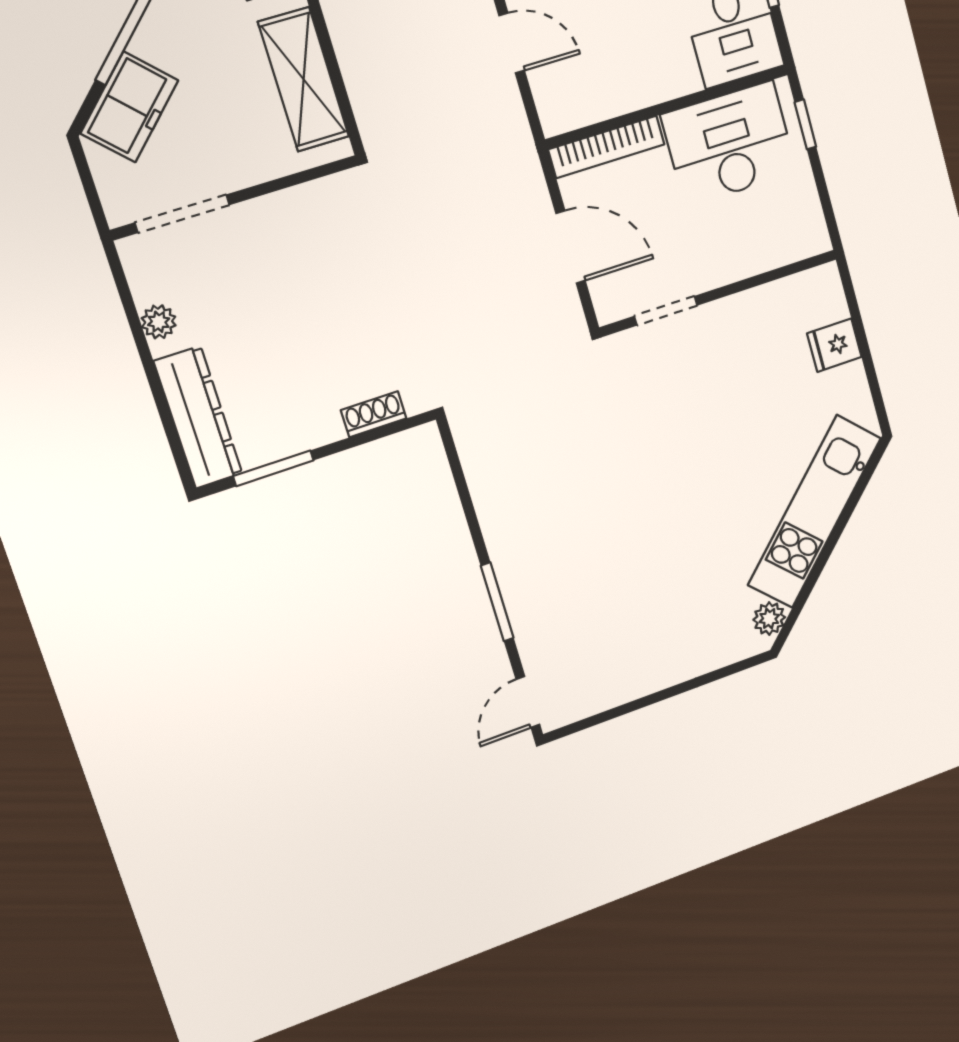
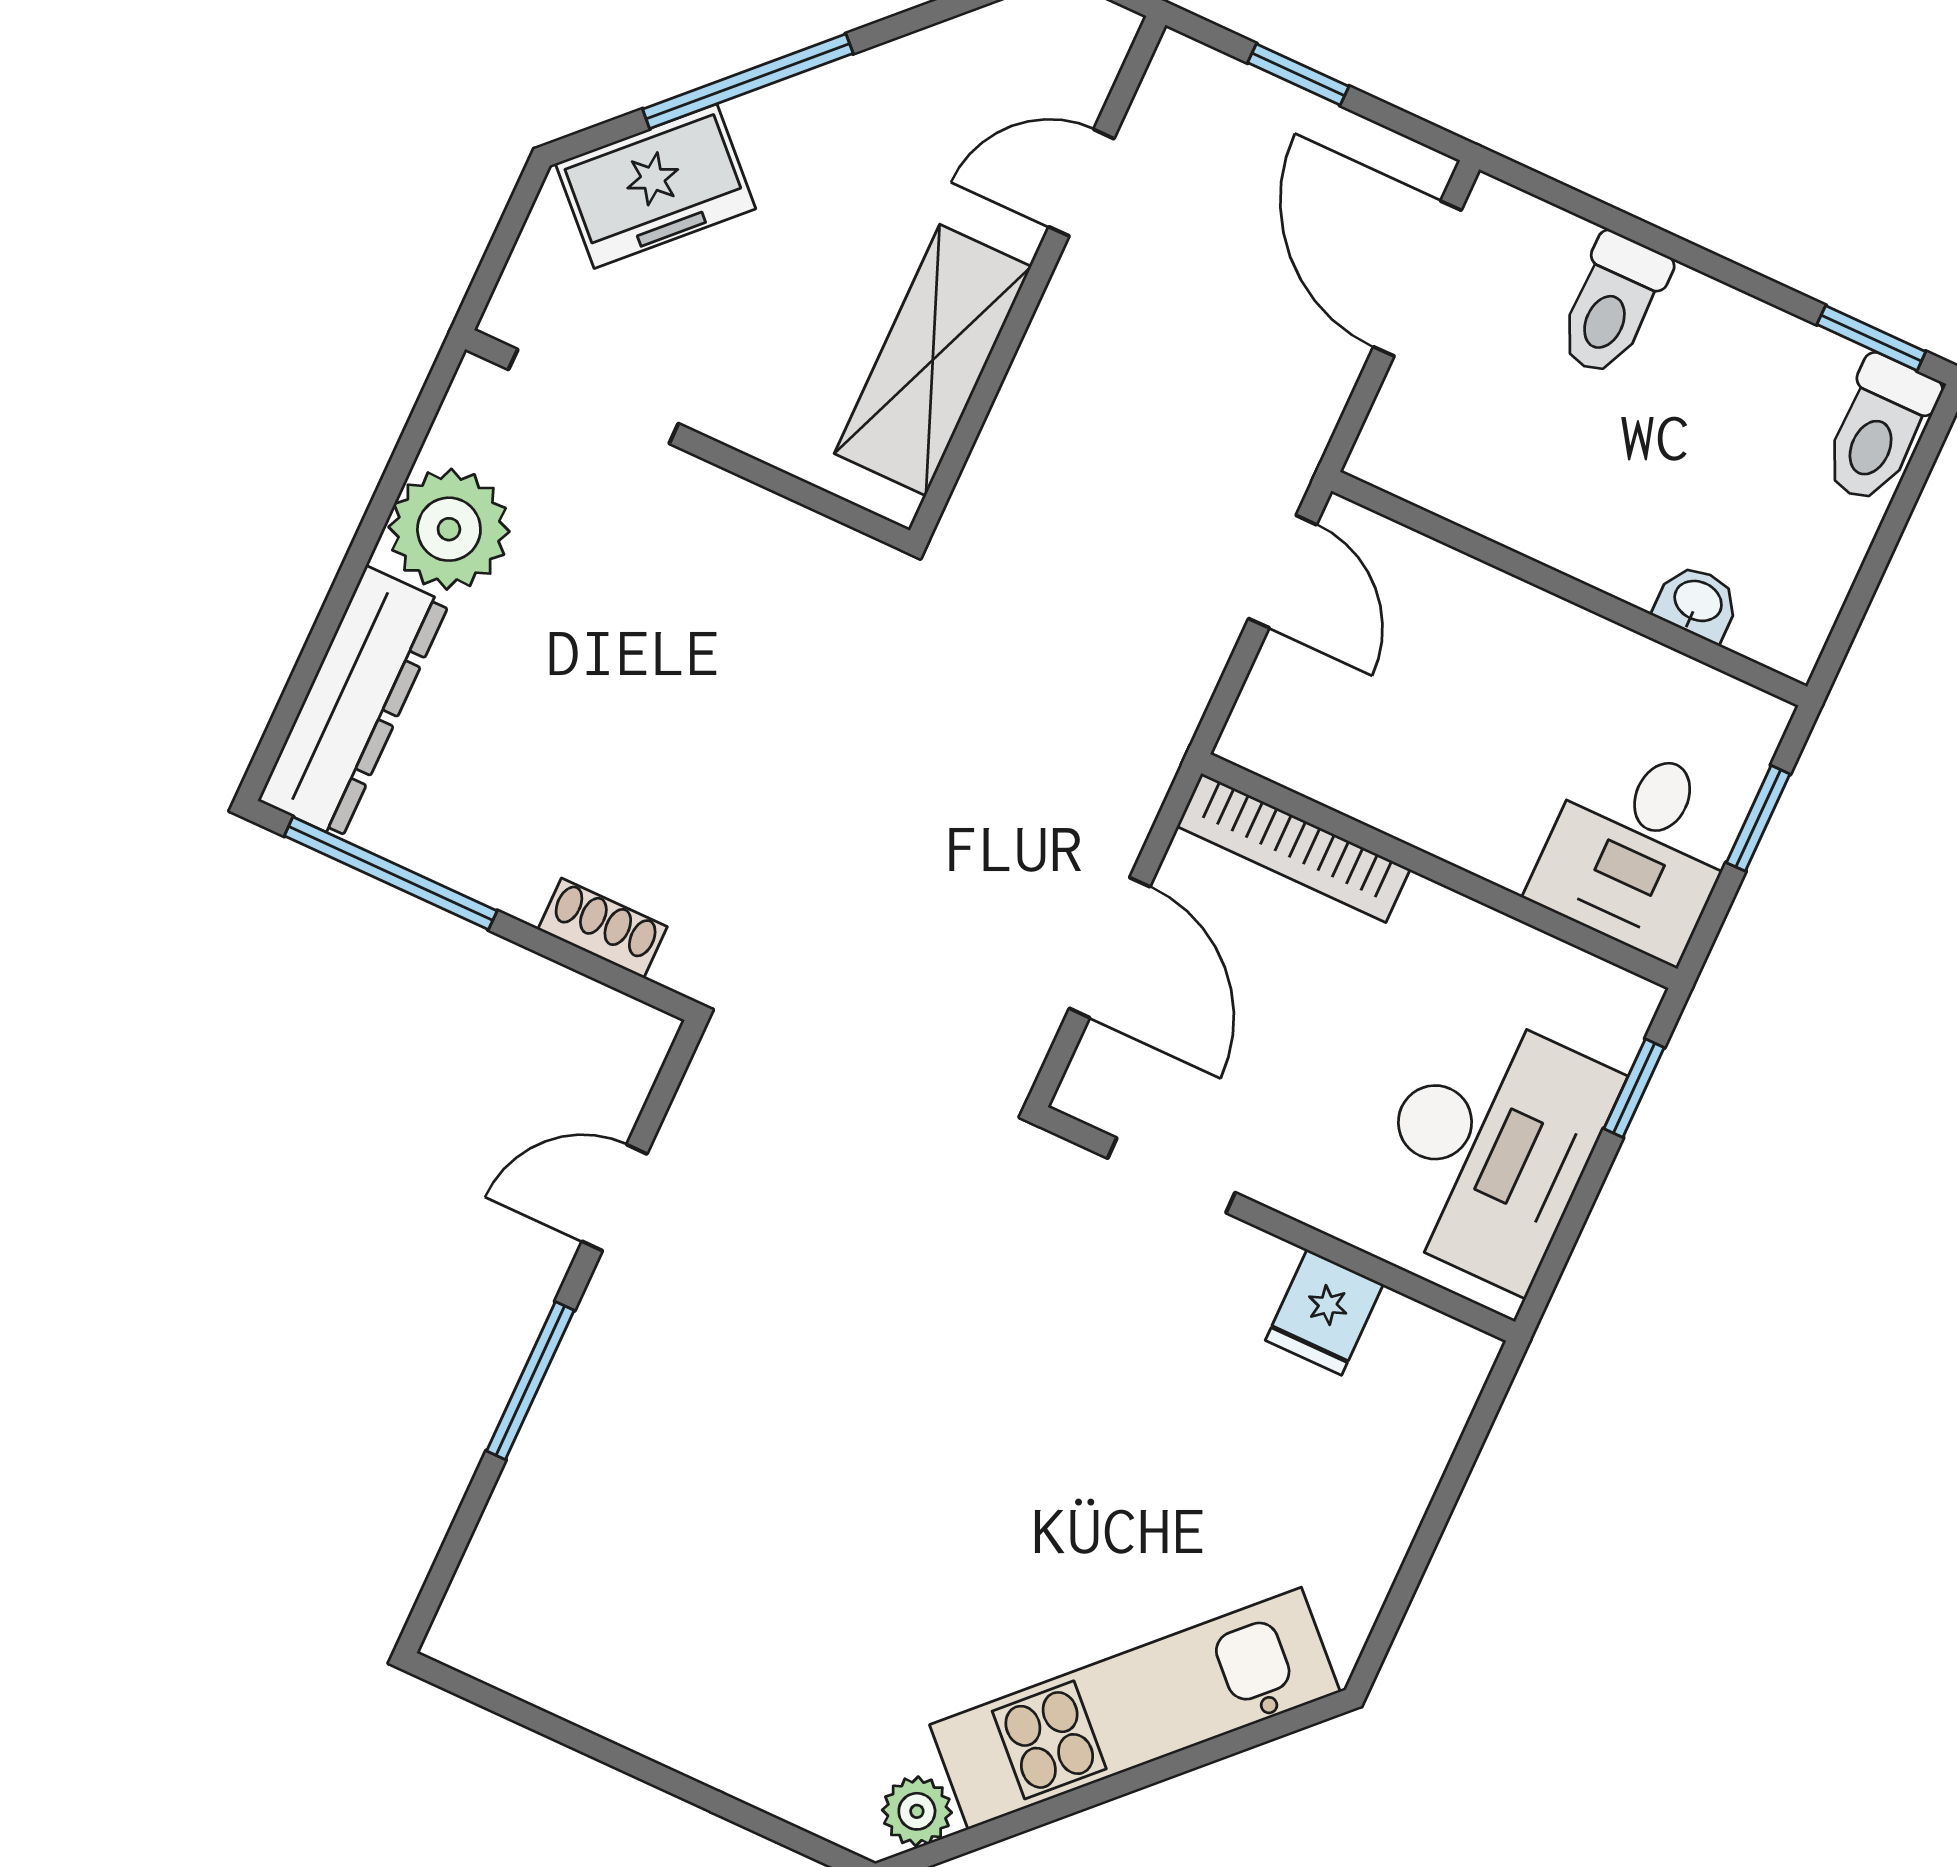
desk: (729, 144) -> (1489, 1147), moved, turned 90
plant: (159, 322) -> (449, 529), width x1.87, depth x1.87
fridge: (834, 345) -> (1324, 1312), moved, turned -90
window: (273, 468) -> (391, 873), width x1.44
door: (528, 702) -> (615, 1198), moved

